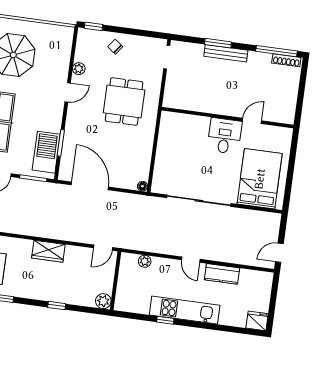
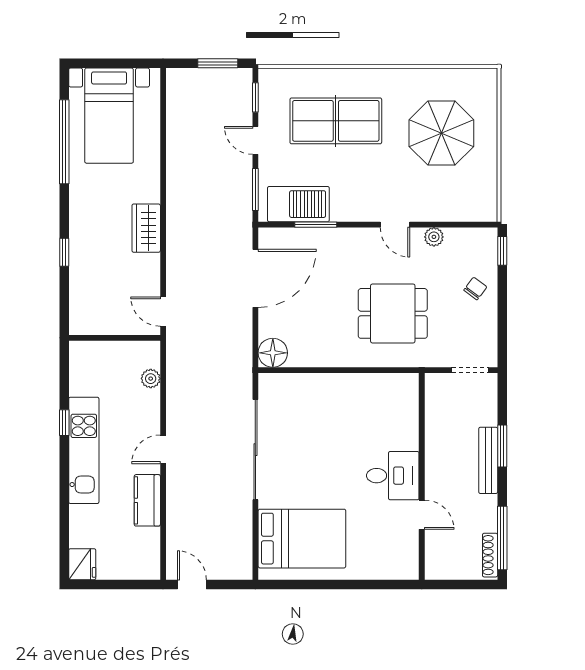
wall: (228, 118) -> (422, 476), moved
door: (252, 121) -> (422, 515), moved
desk: (225, 136) -> (393, 476), moved
floor lamp: (143, 186) -> (273, 353), width x1.89, depth x1.89
plant: (103, 301) -> (81, 323), removed

